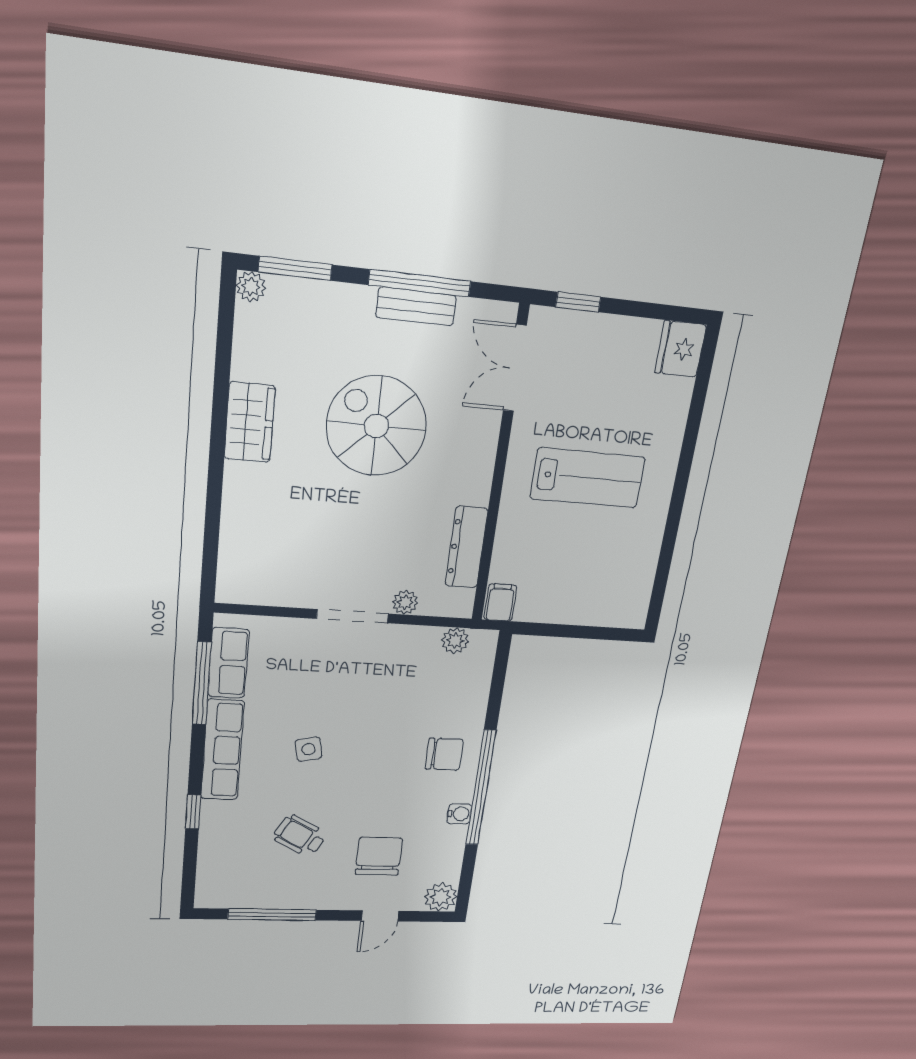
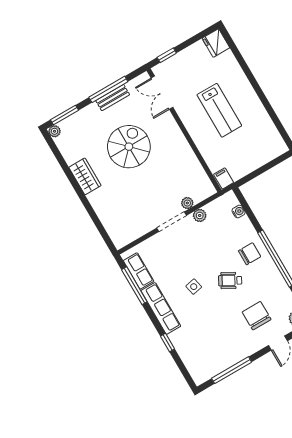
spiral stairs: (376, 426) -> (129, 147), turned 90
lab bench: (588, 478) -> (219, 110), turned 90
dresser: (466, 547) -> (194, 167), removed
plant: (455, 641) -> (200, 215), moved
water cooler: (459, 814) -> (239, 212), moved
wheelchair: (300, 836) -> (230, 281), moved

